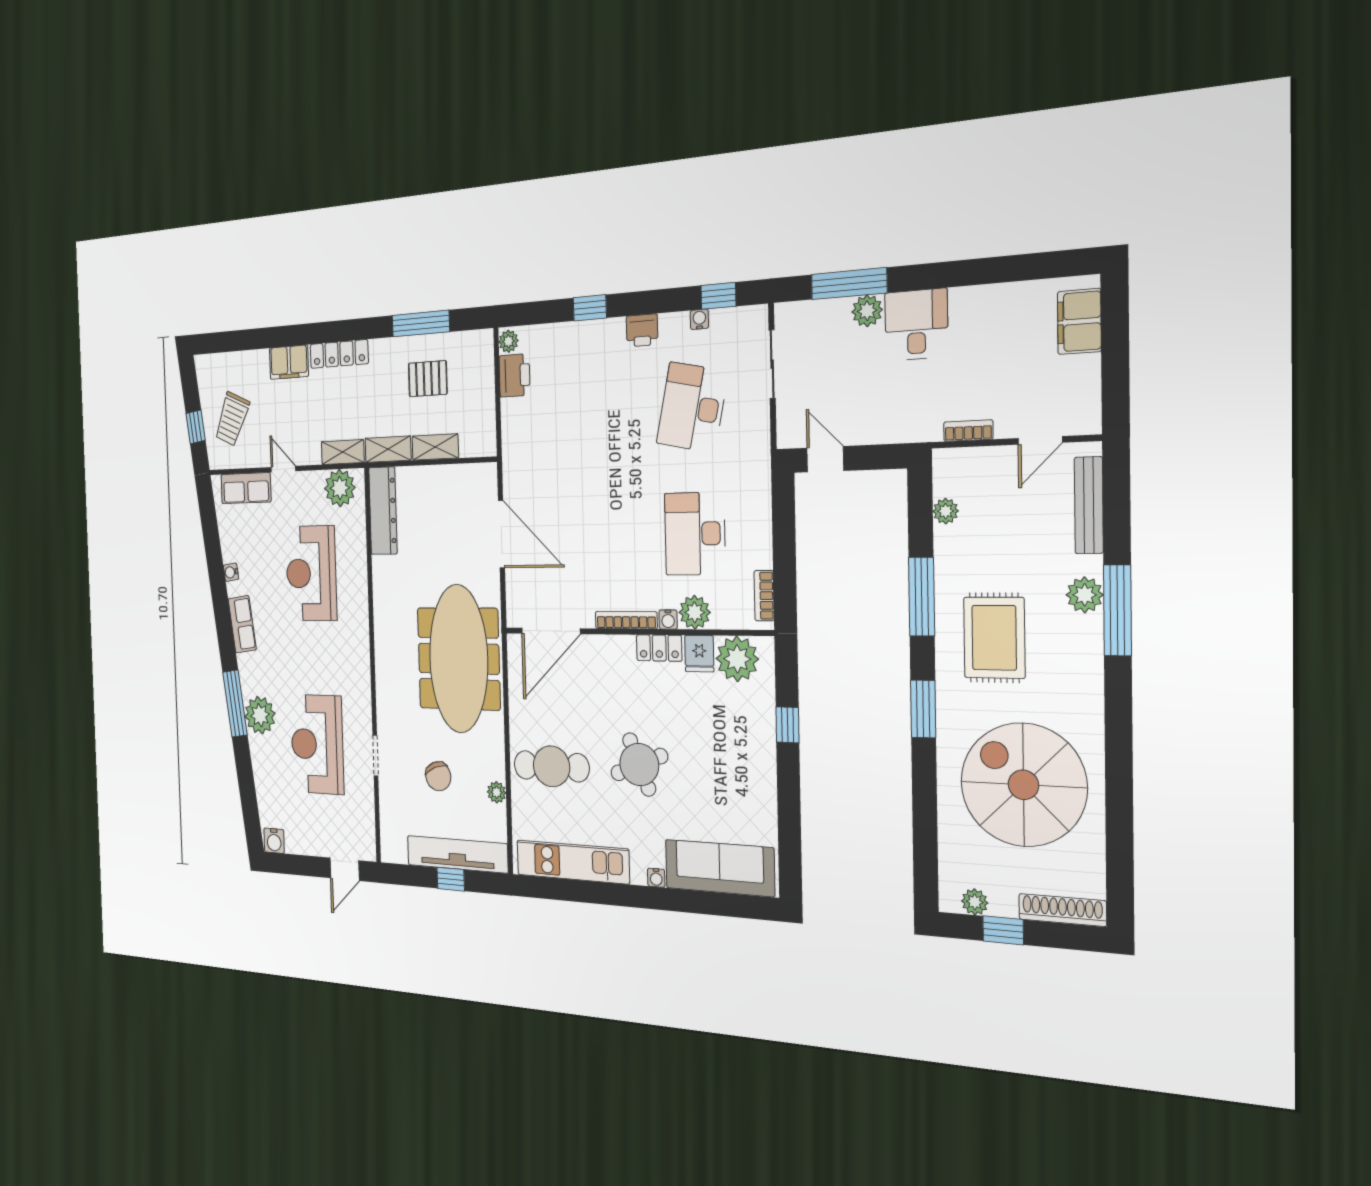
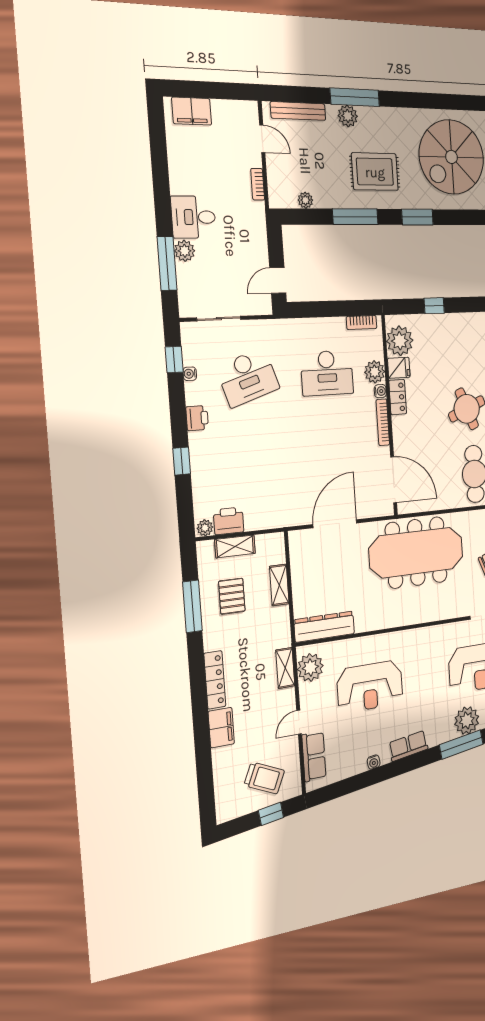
desk: (692, 407) -> (248, 377), turned -30
shelving: (388, 449) -> (235, 546), moved, turned 90

